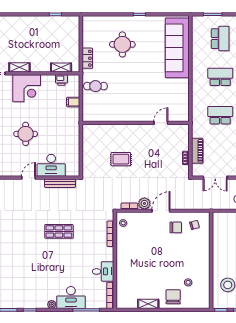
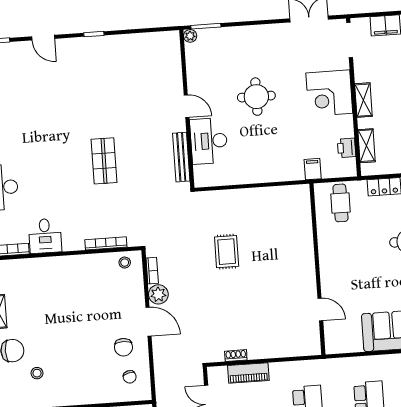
shelving: (19, 67) -> (363, 100), moved
wall: (136, 123) -> (317, 269), moved
door: (161, 123) -> (320, 309), moved

